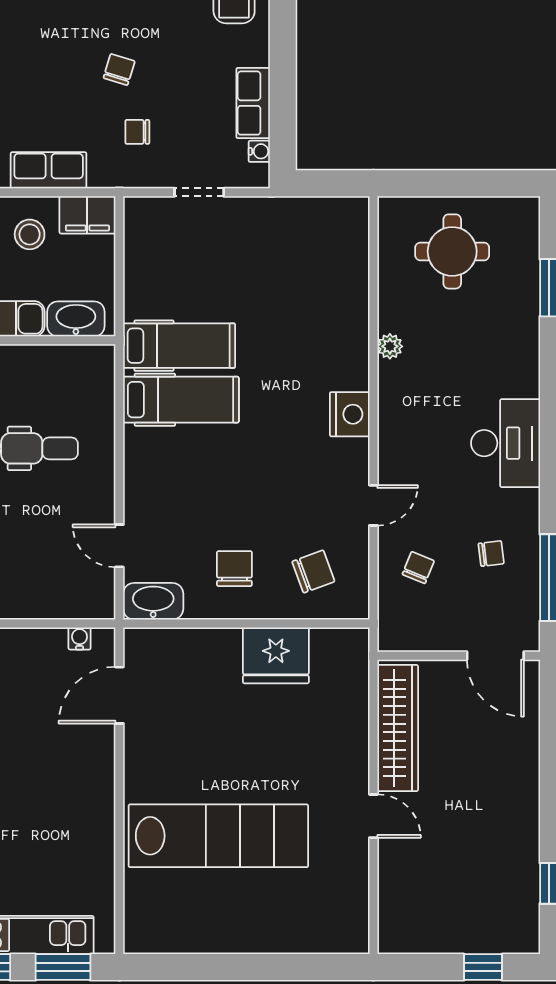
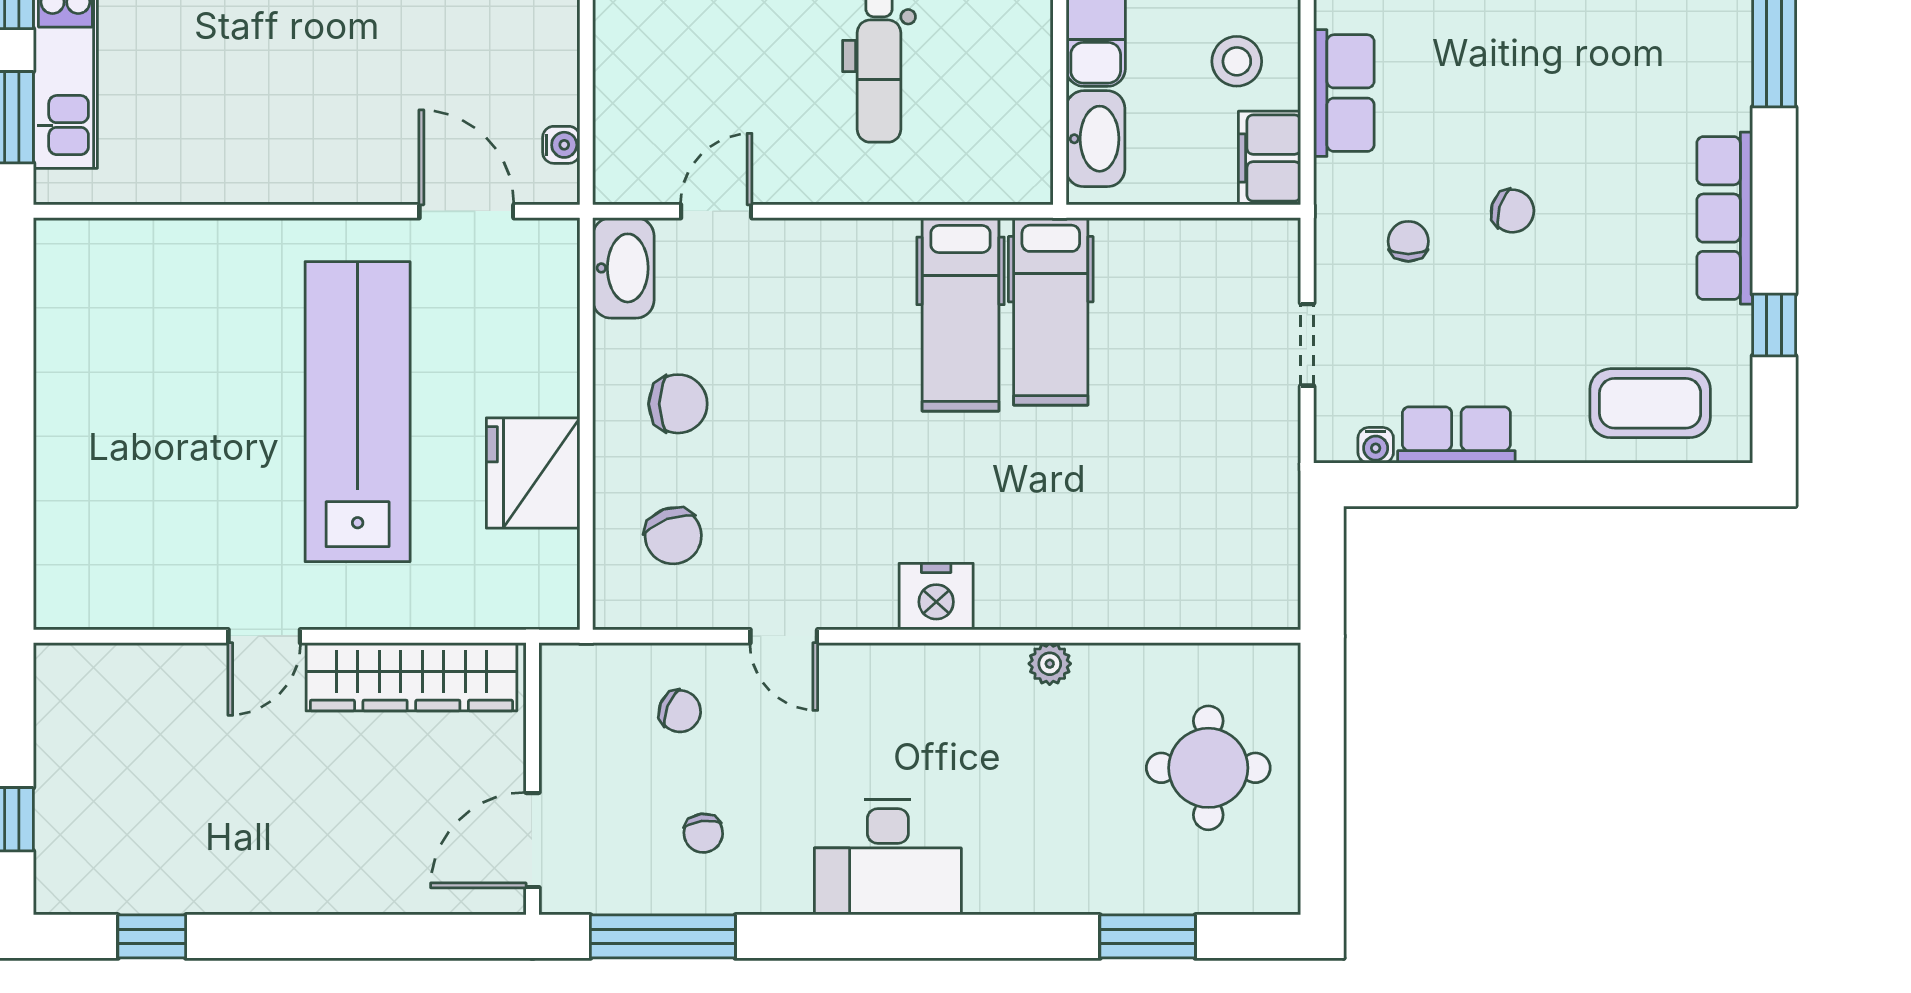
lab bench: (218, 836) -> (358, 412), moved, turned 180

